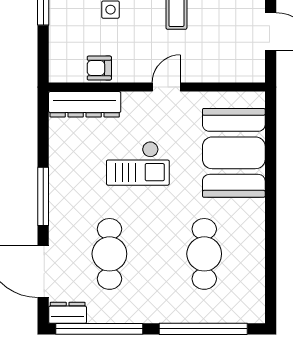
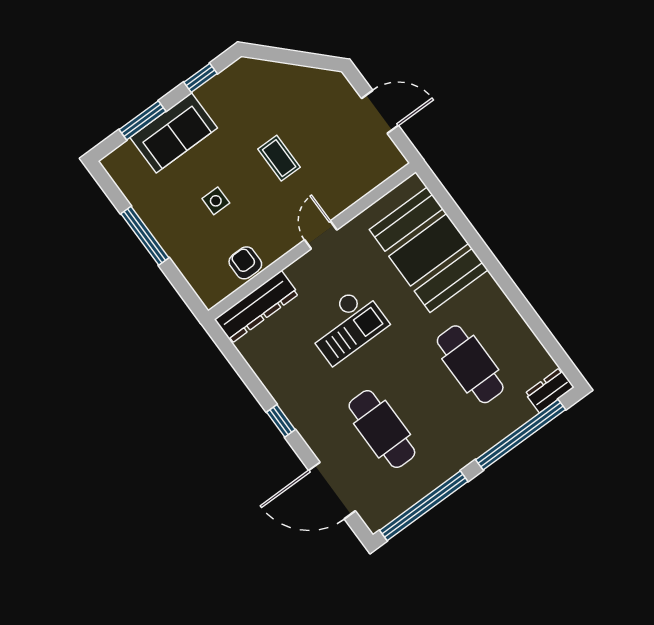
armchair: (99, 68) -> (245, 263), turned 90
window: (43, 196) -> (281, 421), width x0.46
dresser: (68, 313) -> (550, 390), moved

